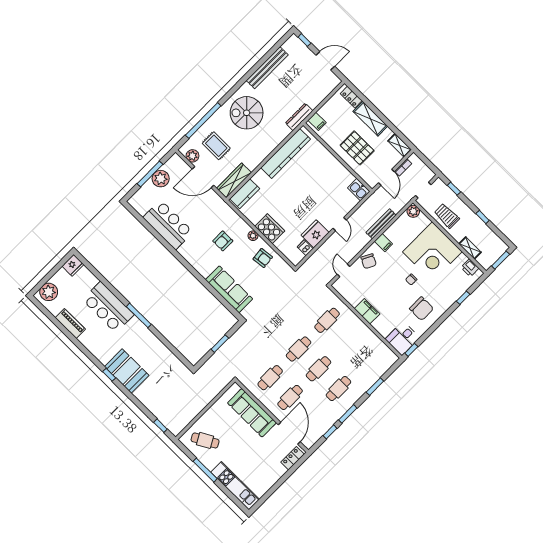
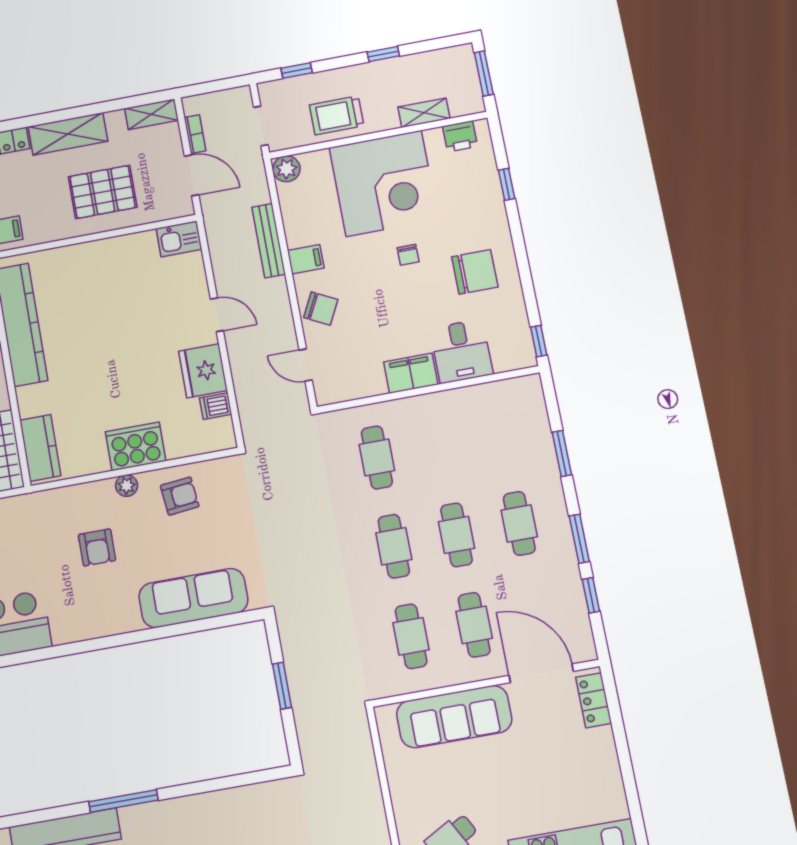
desk: (402, 338) -> (461, 351), moved

